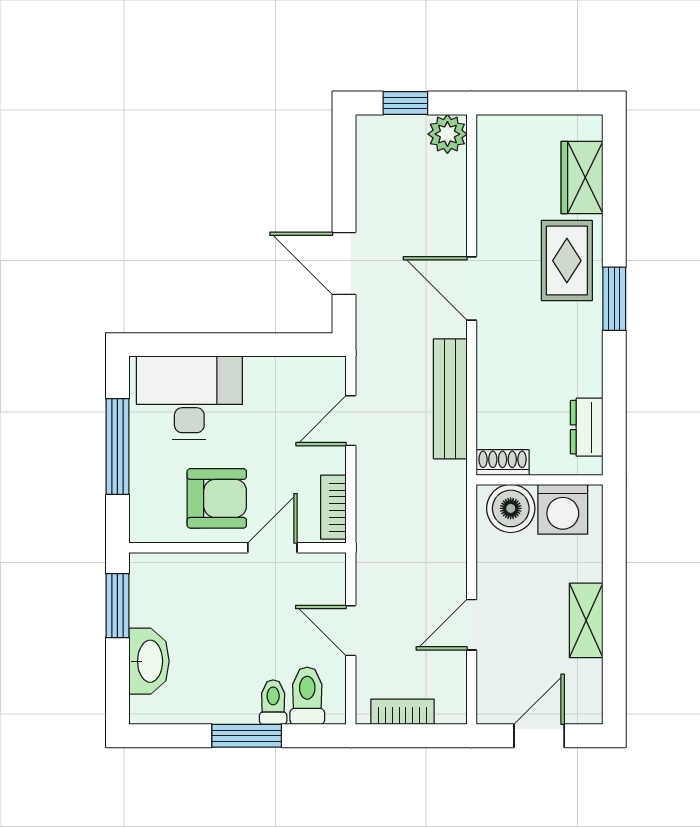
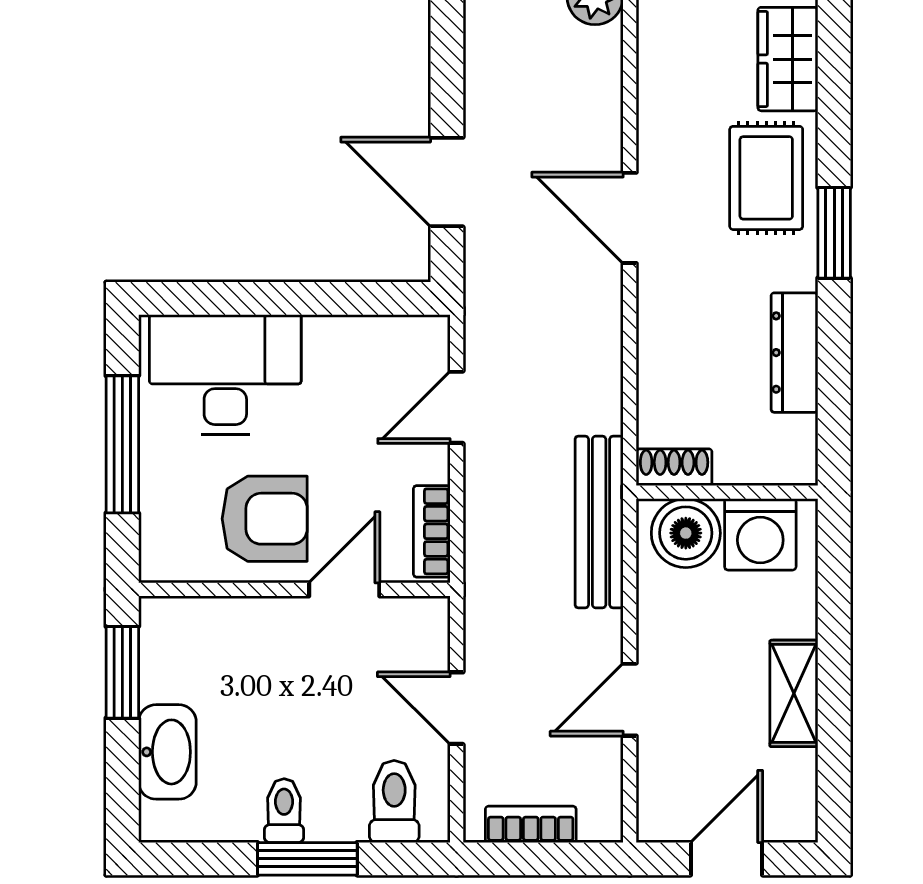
bench: (450, 399) -> (599, 522), moved
dresser: (587, 427) -> (794, 353), moved, width x1.44
toilet: (273, 702) -> (284, 811), moved

